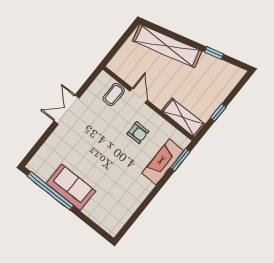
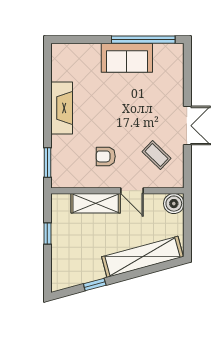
boiler: (118, 65) -> (174, 204), added
coffee table: (114, 94) -> (156, 155), moved, turned -46
shelving: (183, 118) -> (96, 203), moved
fireplace: (163, 162) -> (62, 108), moved

